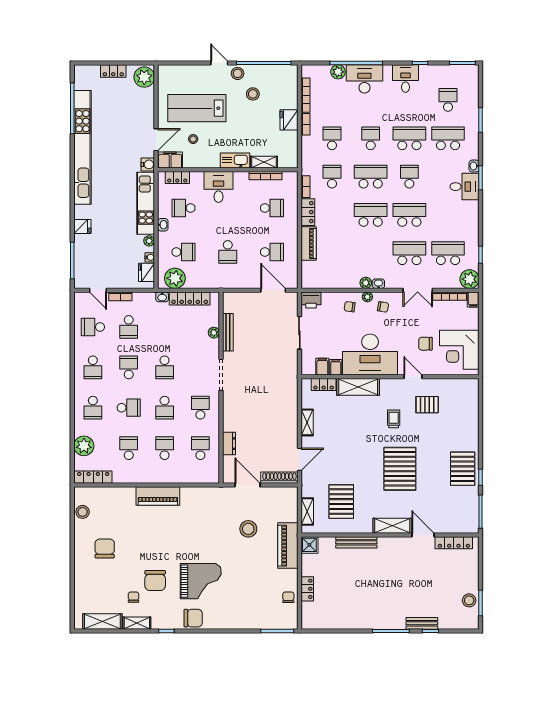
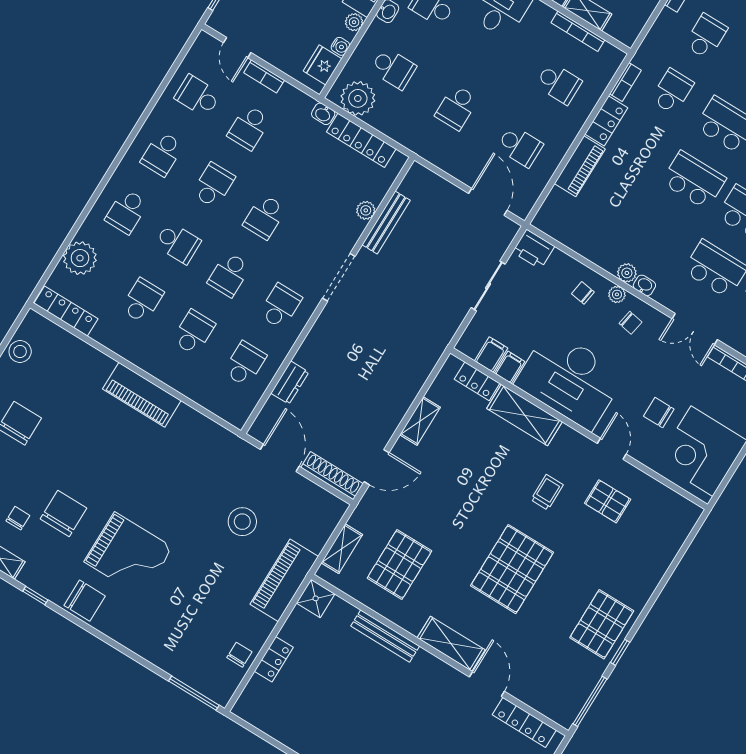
chair: (155, 581) -> (64, 513), turned 180

